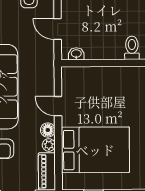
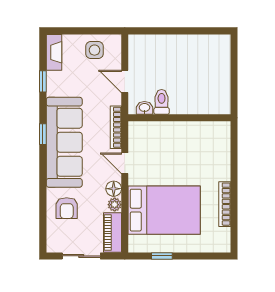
toilet: (132, 48) -> (162, 102), moved
bookcase: (49, 72) -> (116, 127), added

